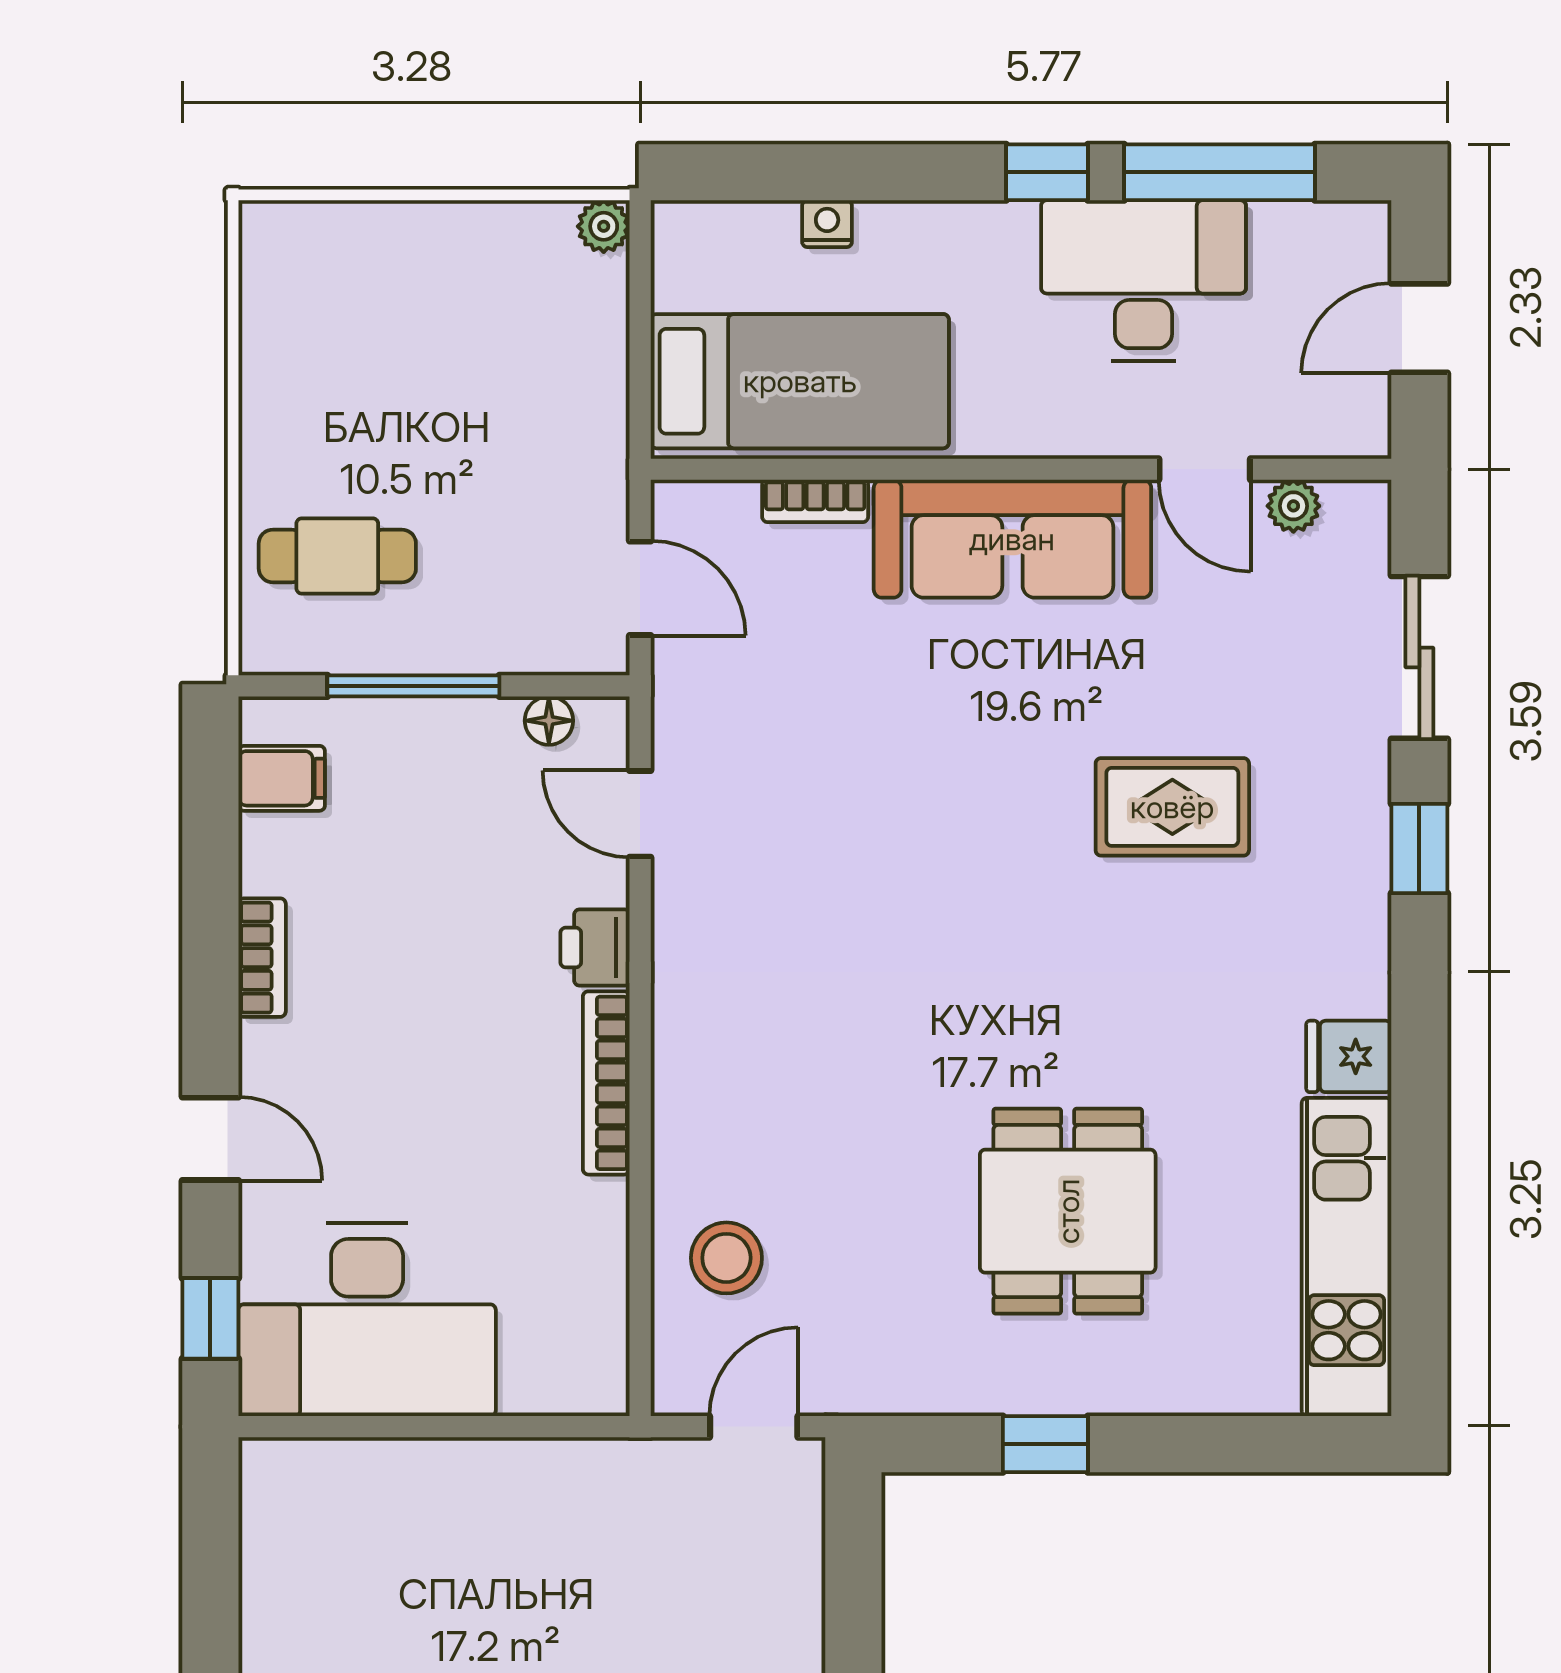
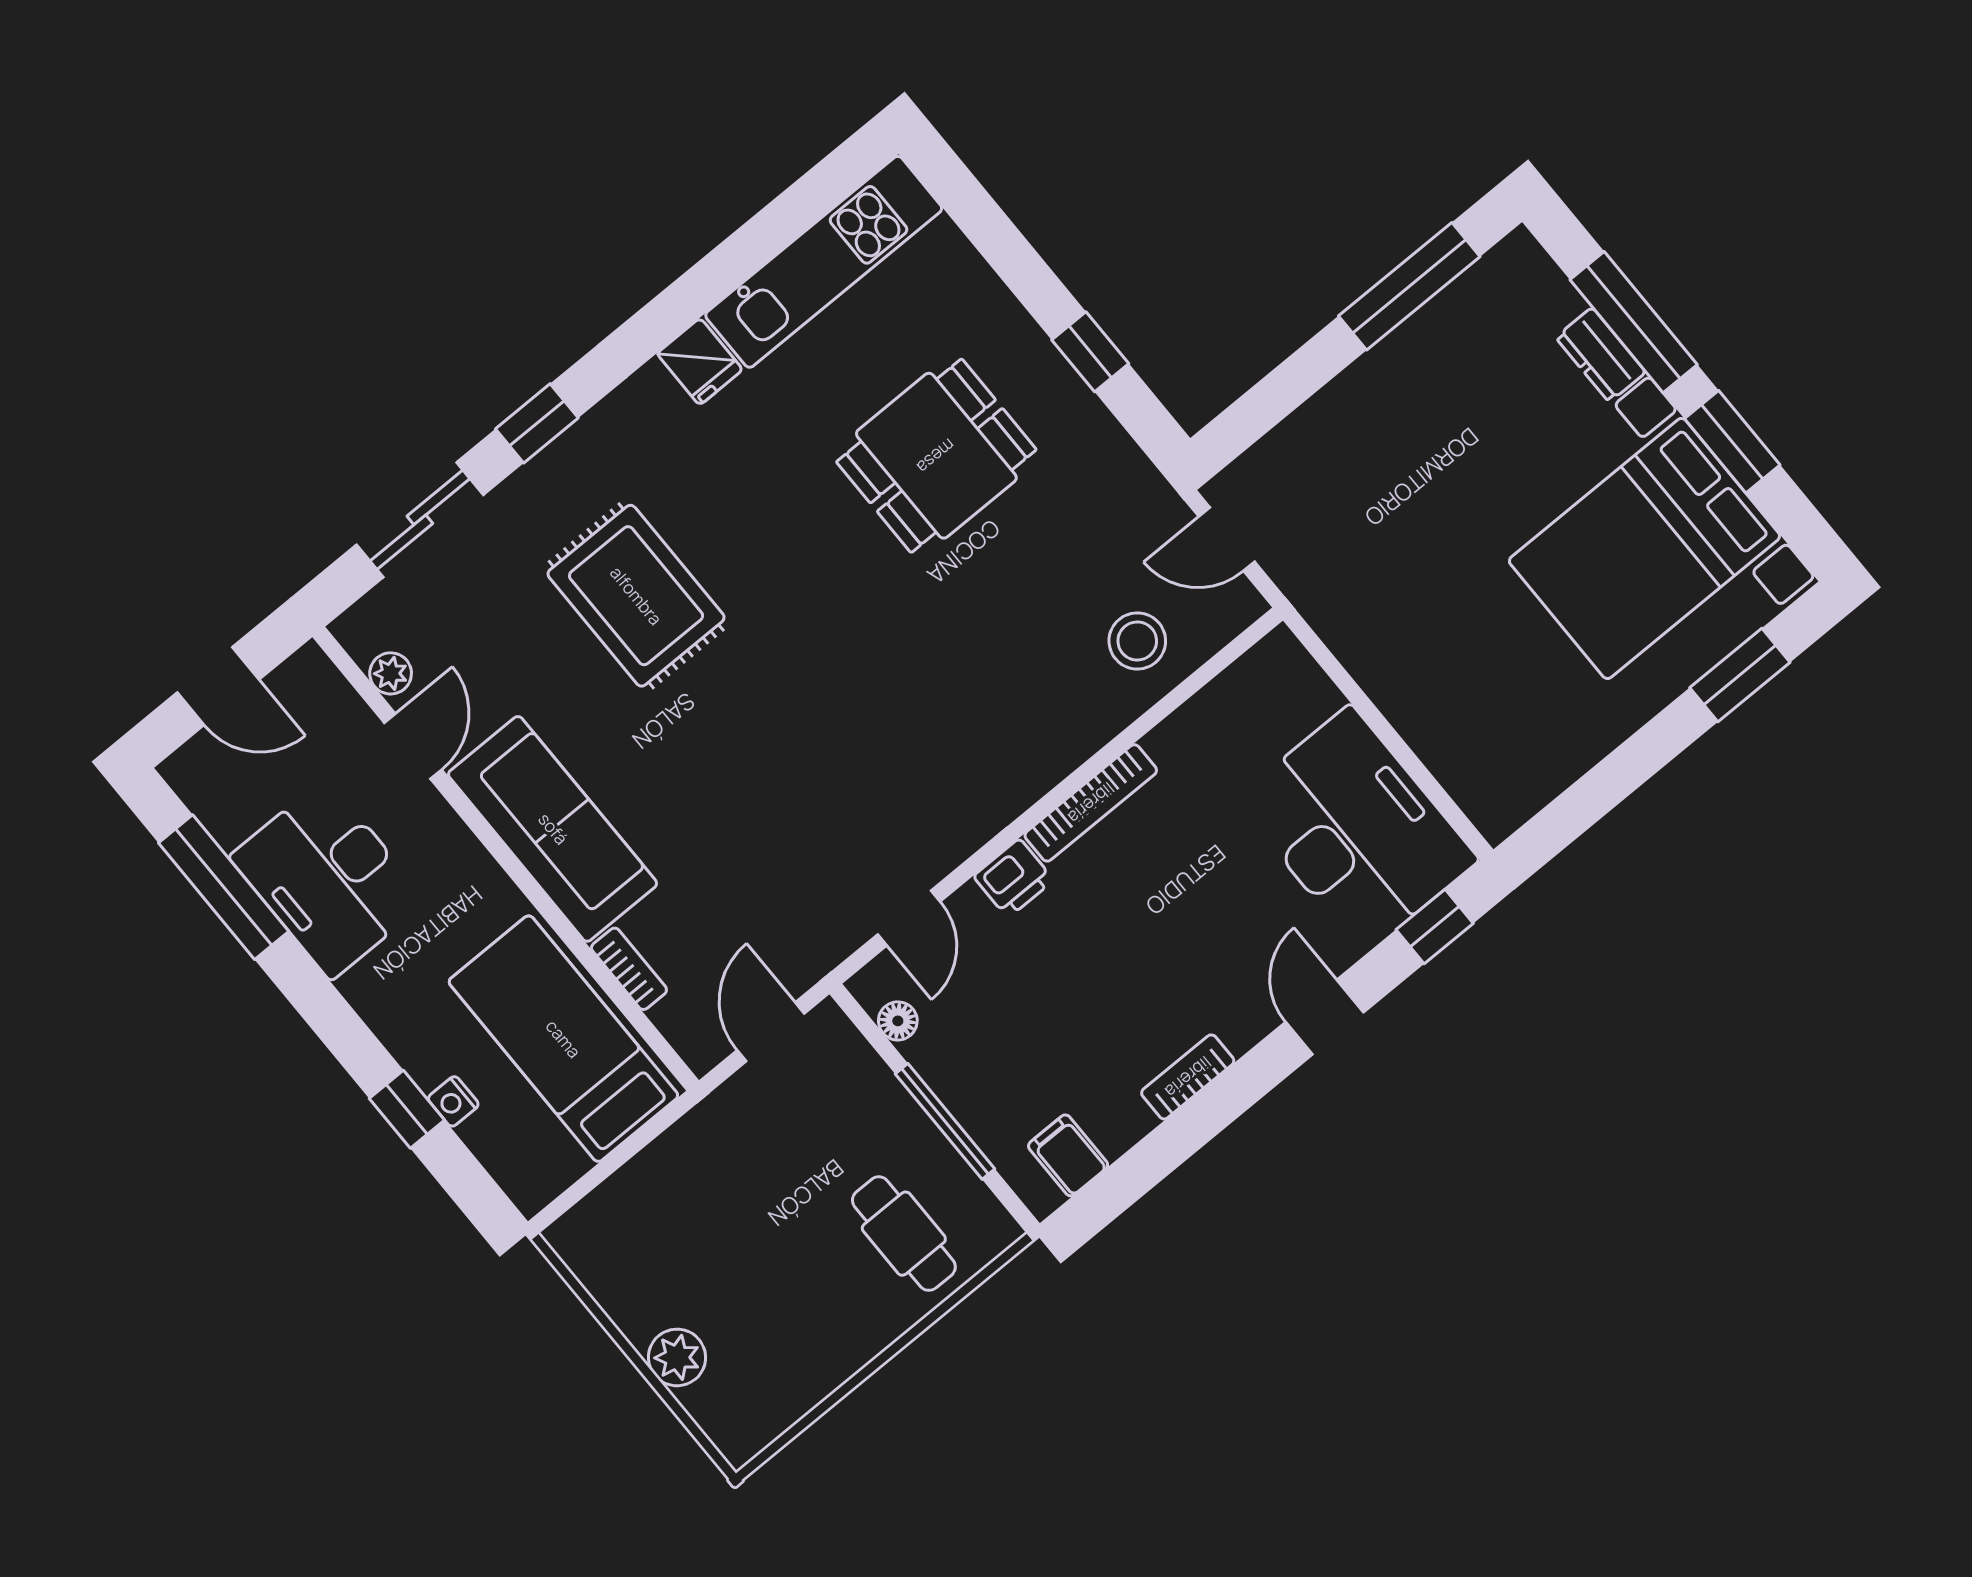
window: (1047, 172) -> (407, 1109), moved
plant: (604, 226) -> (677, 1357), moved, width x1.38, depth x1.38
rug: (1172, 807) -> (636, 596), width x1.36, depth x1.43

